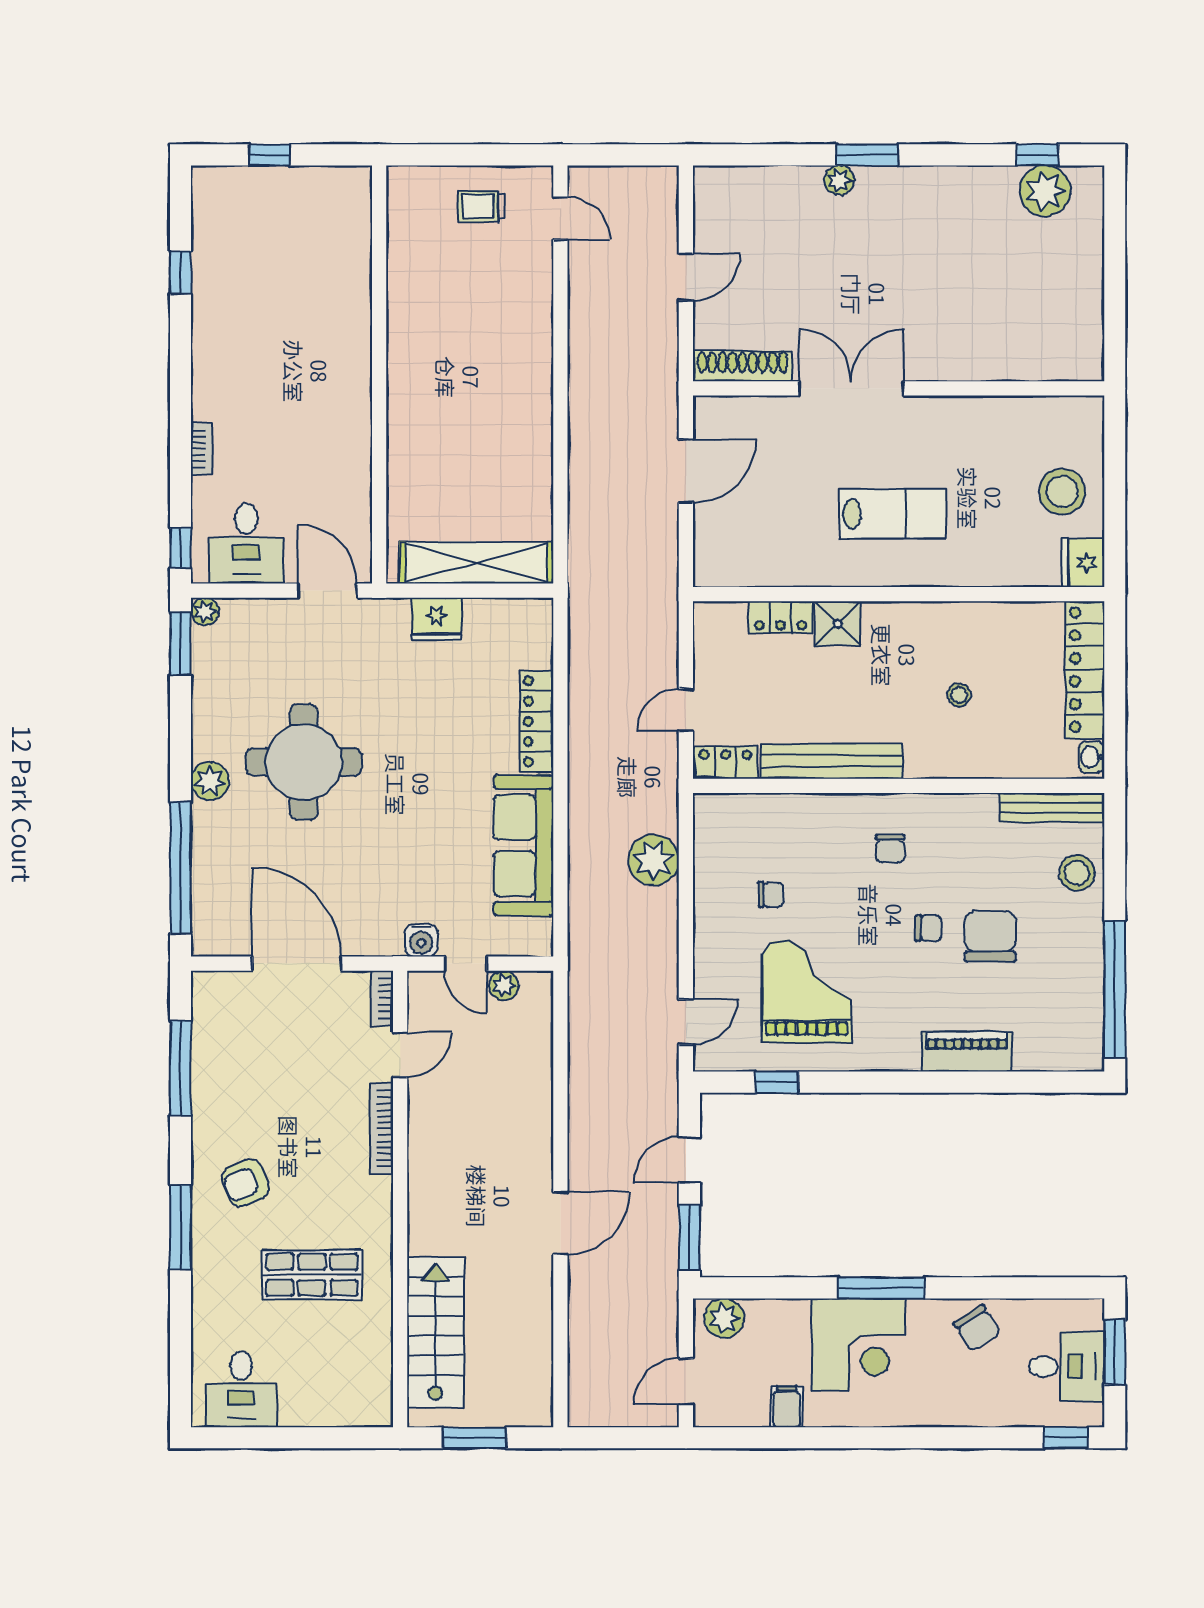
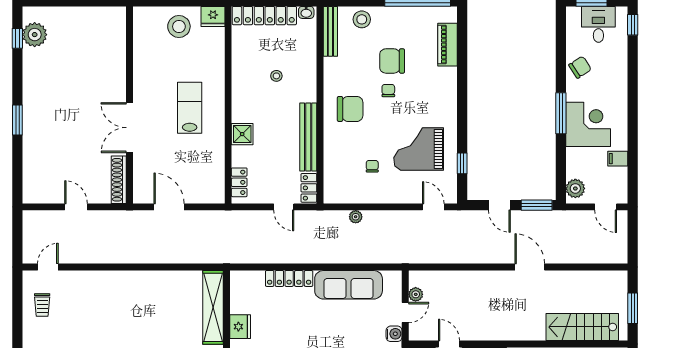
plant: (839, 180) -> (30, 133), removed
locker: (781, 617) -> (239, 182), moved
chair: (890, 849) -> (350, 109), width x1.87, depth x1.87
plant: (654, 860) -> (356, 217), width x0.53, depth x0.53
piano: (967, 1052) -> (447, 45), moved

